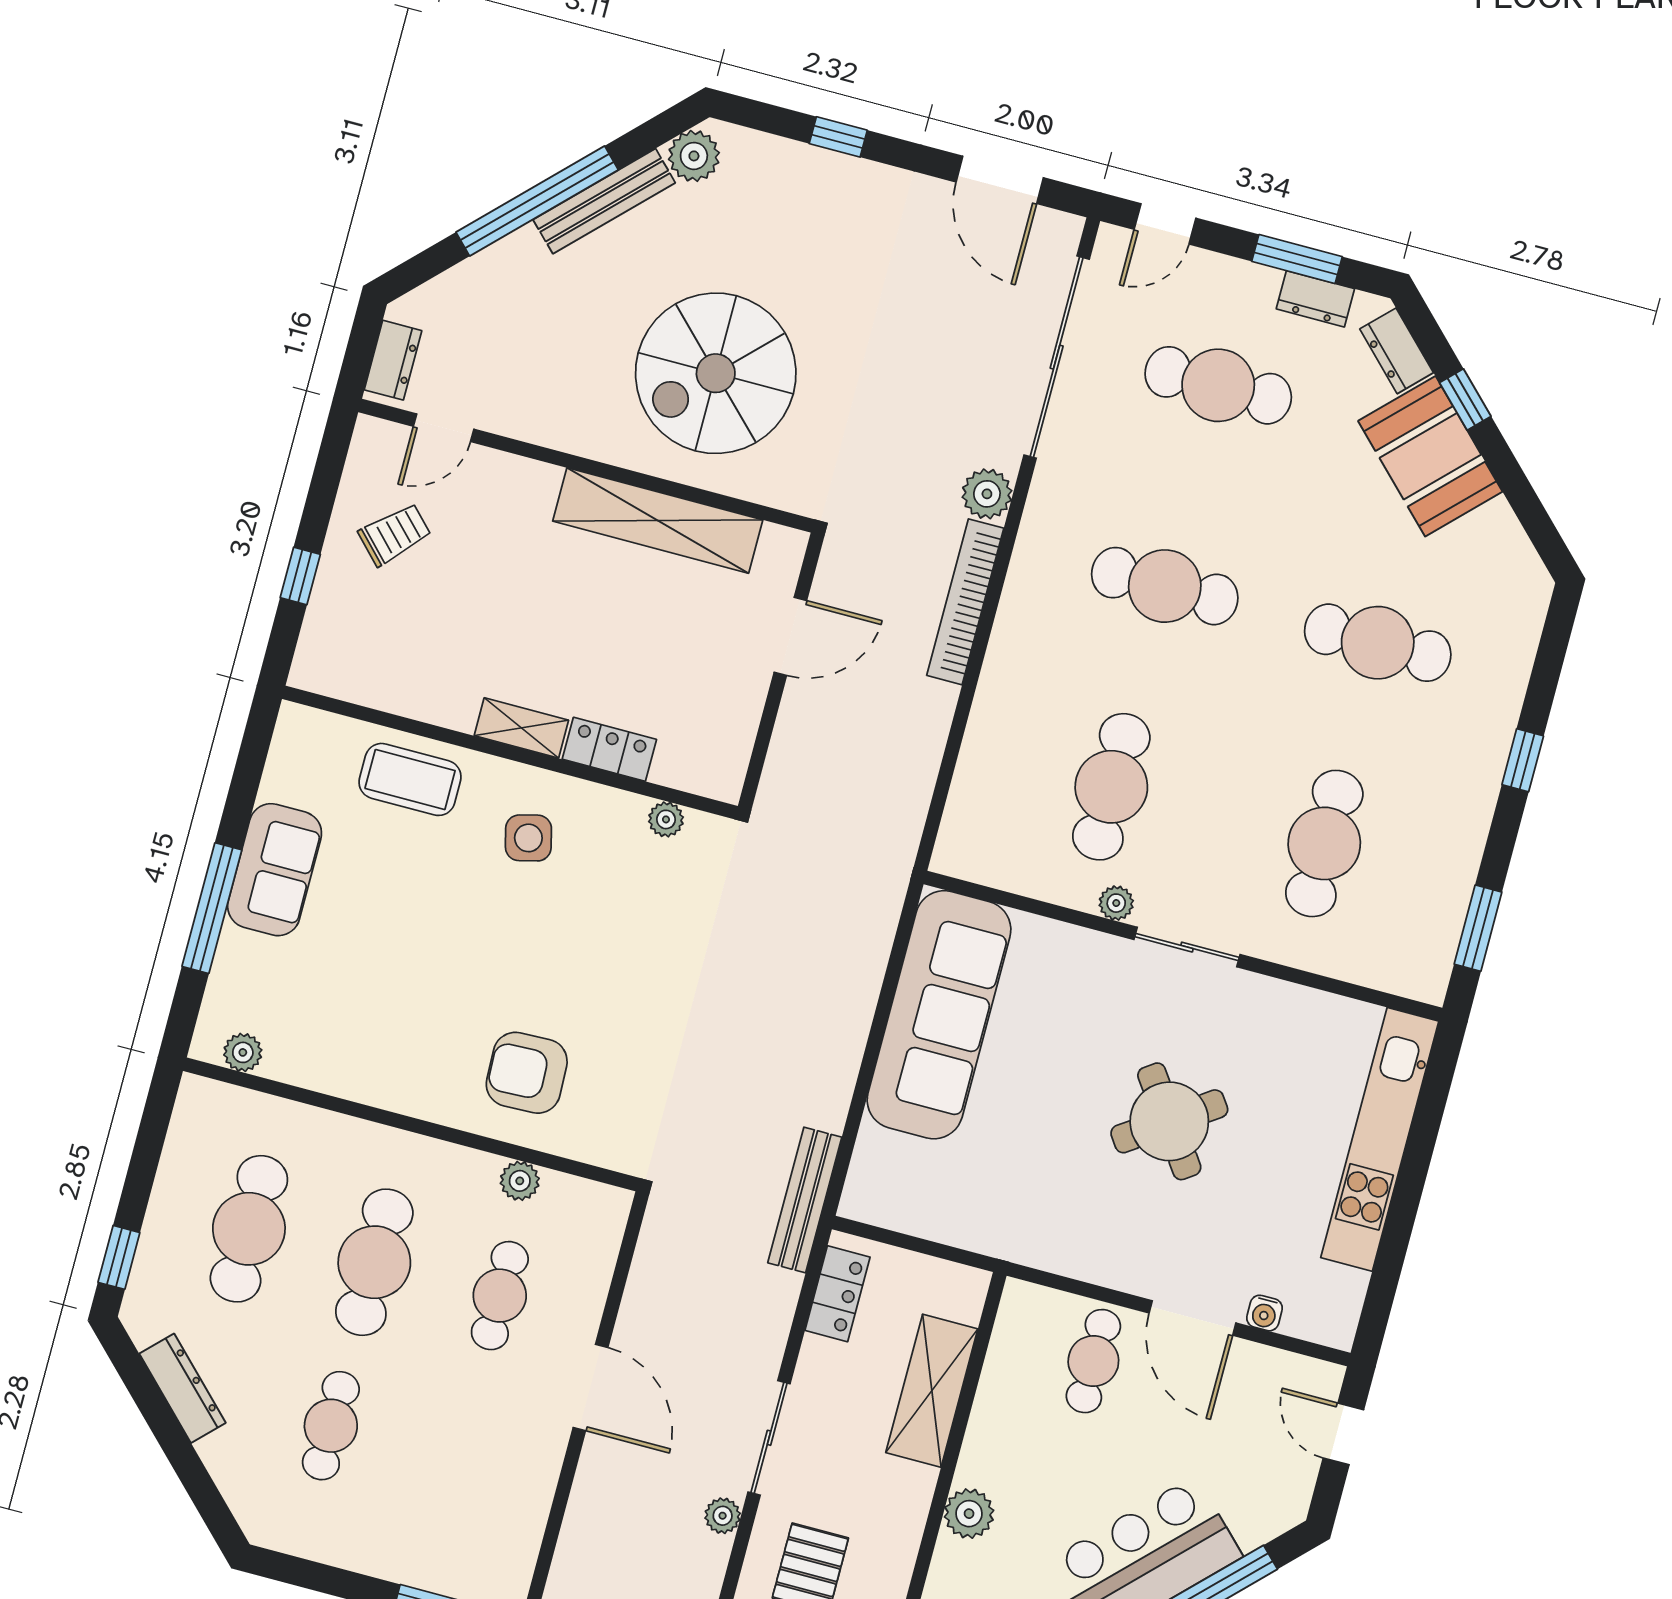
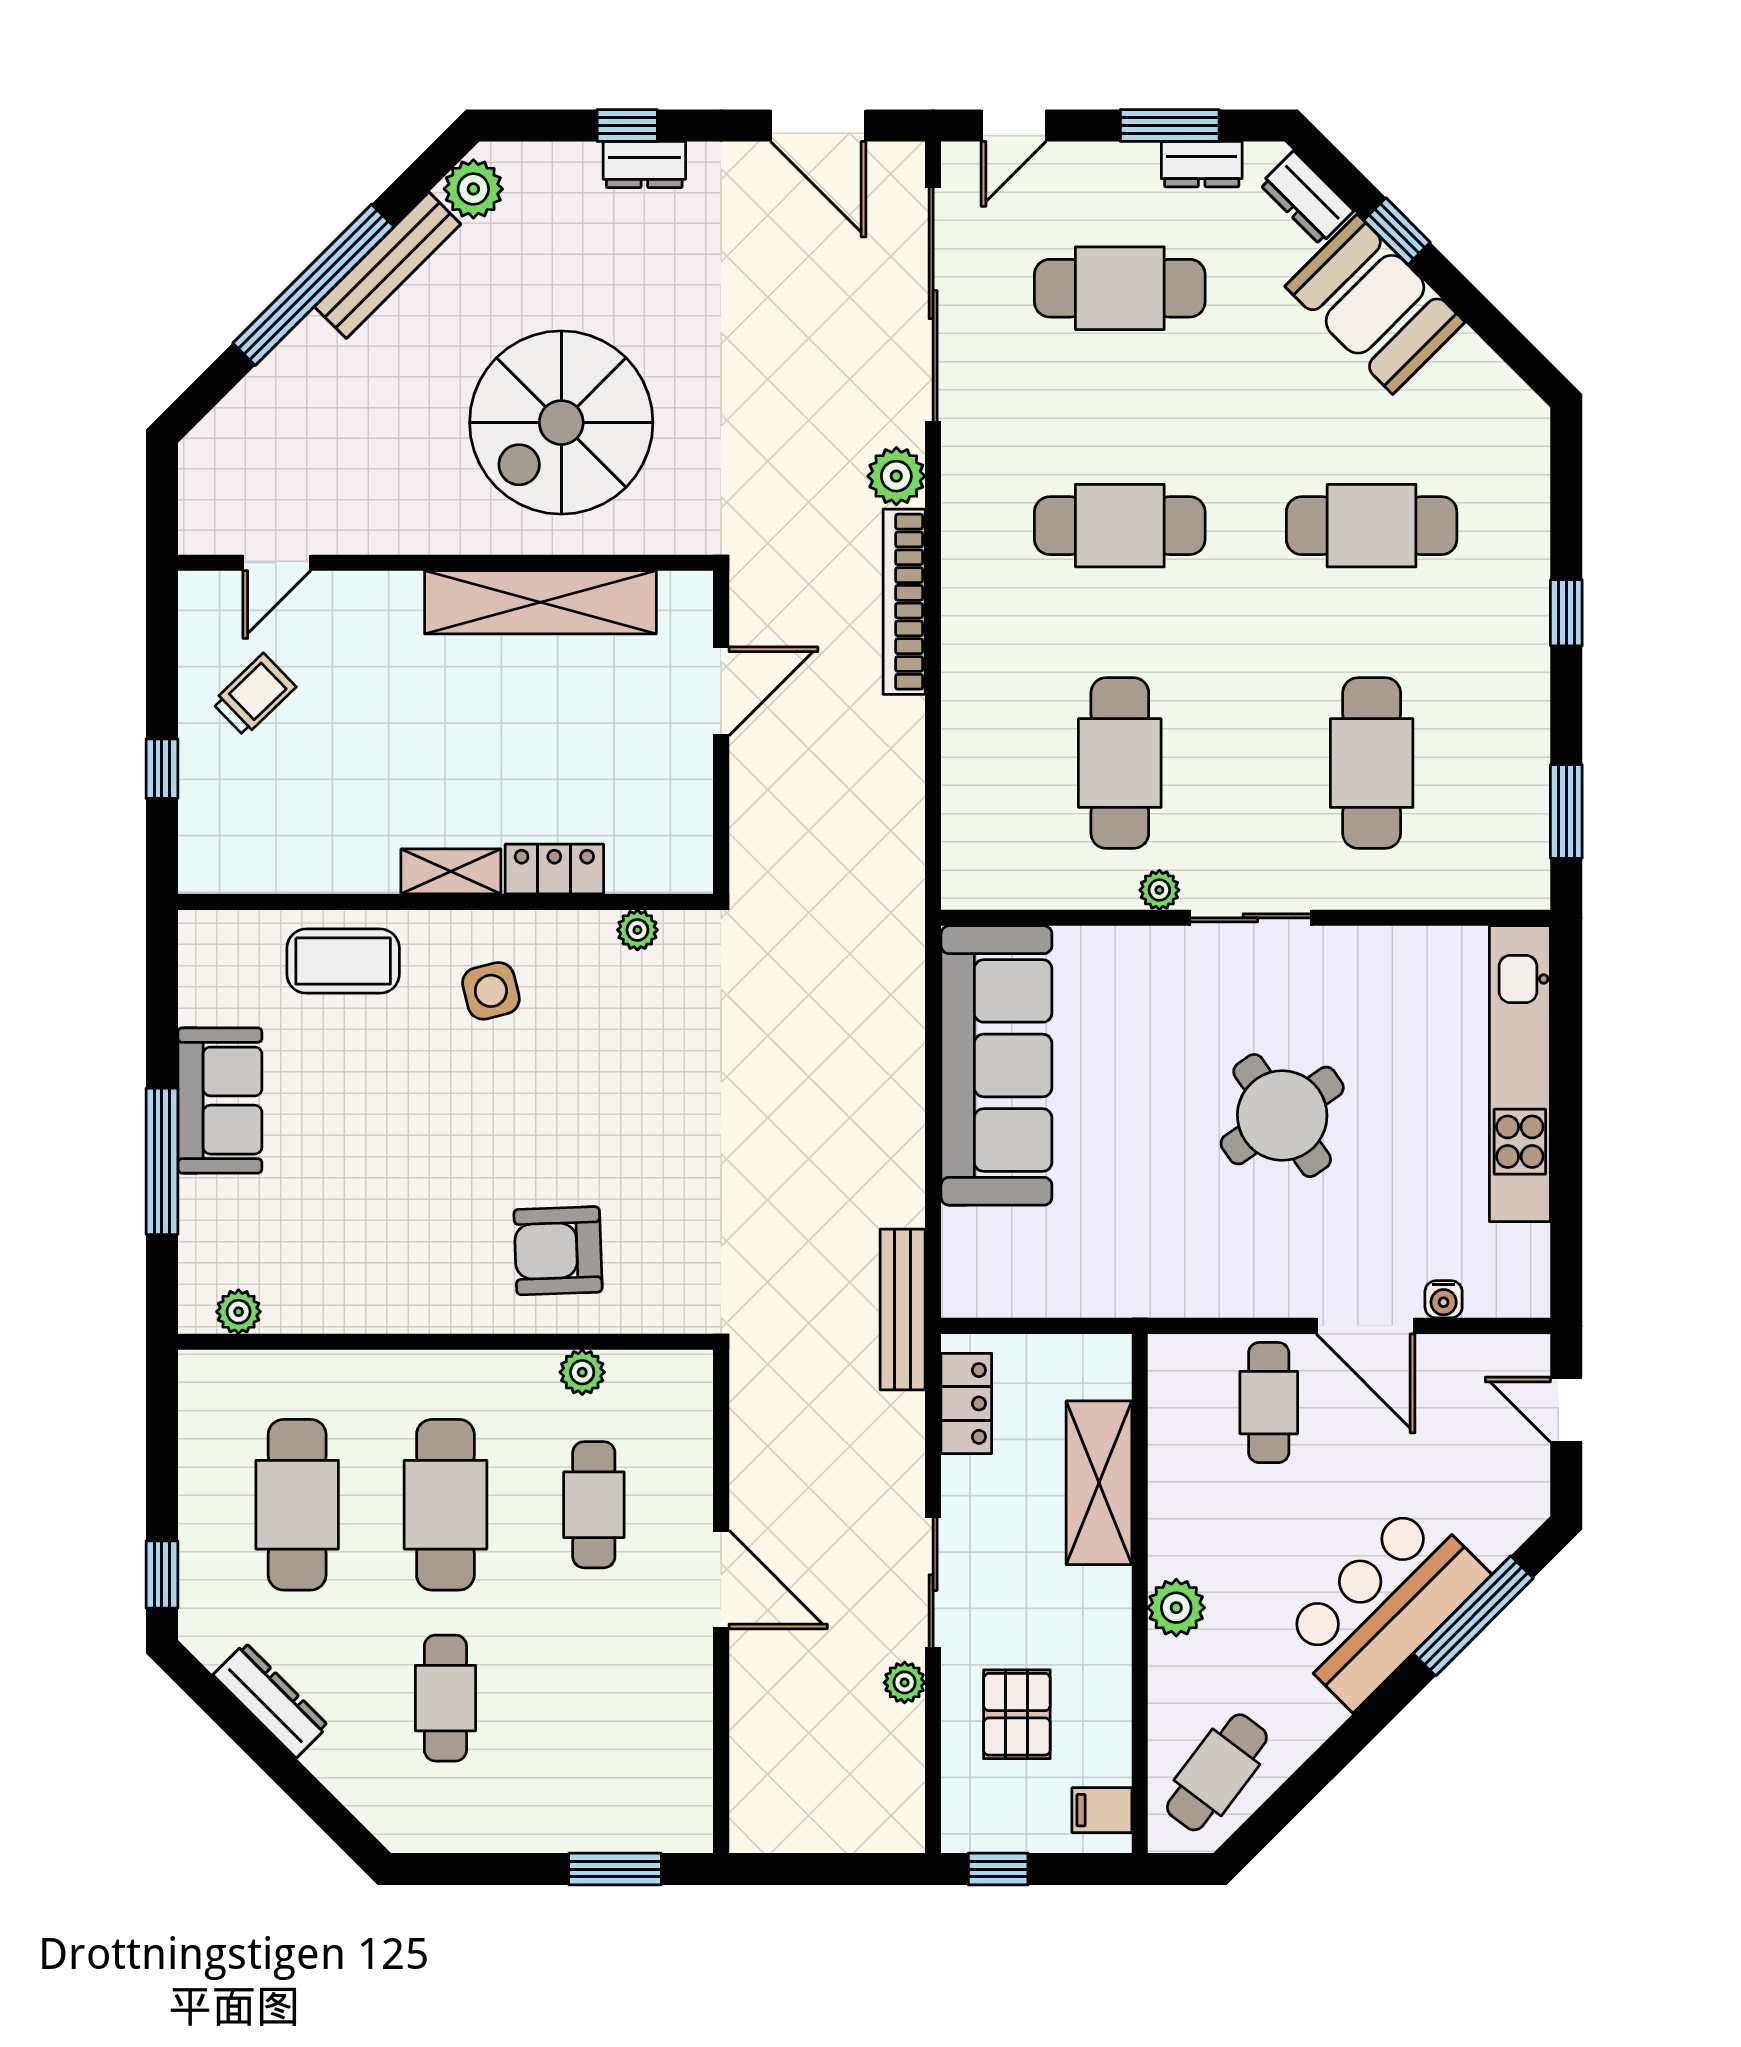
dresser: (393, 360) -> (644, 165), moved, turned 90

